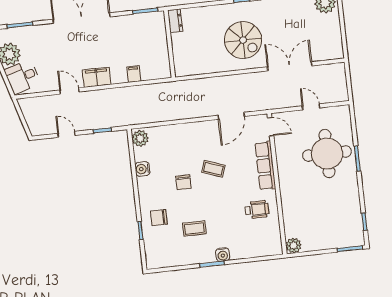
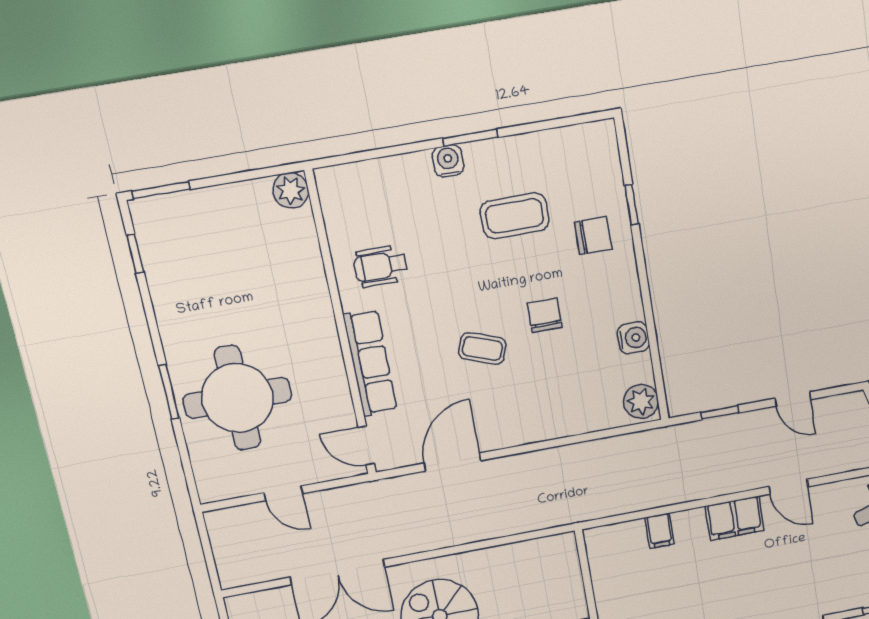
coffee table: (194, 229) -> (515, 216), width x1.36, depth x1.30

